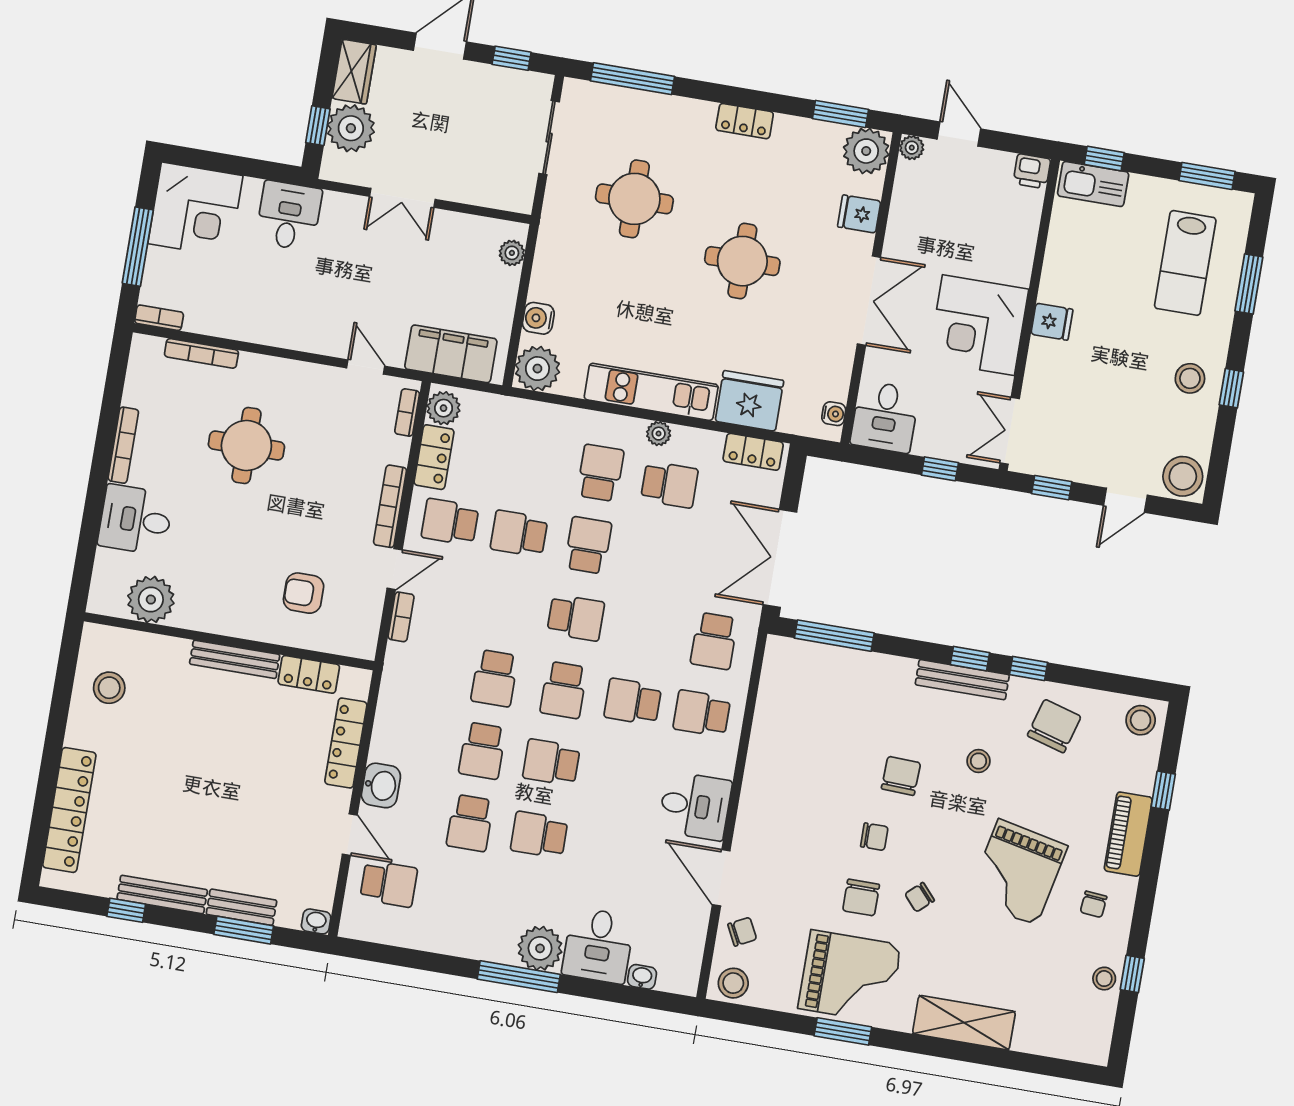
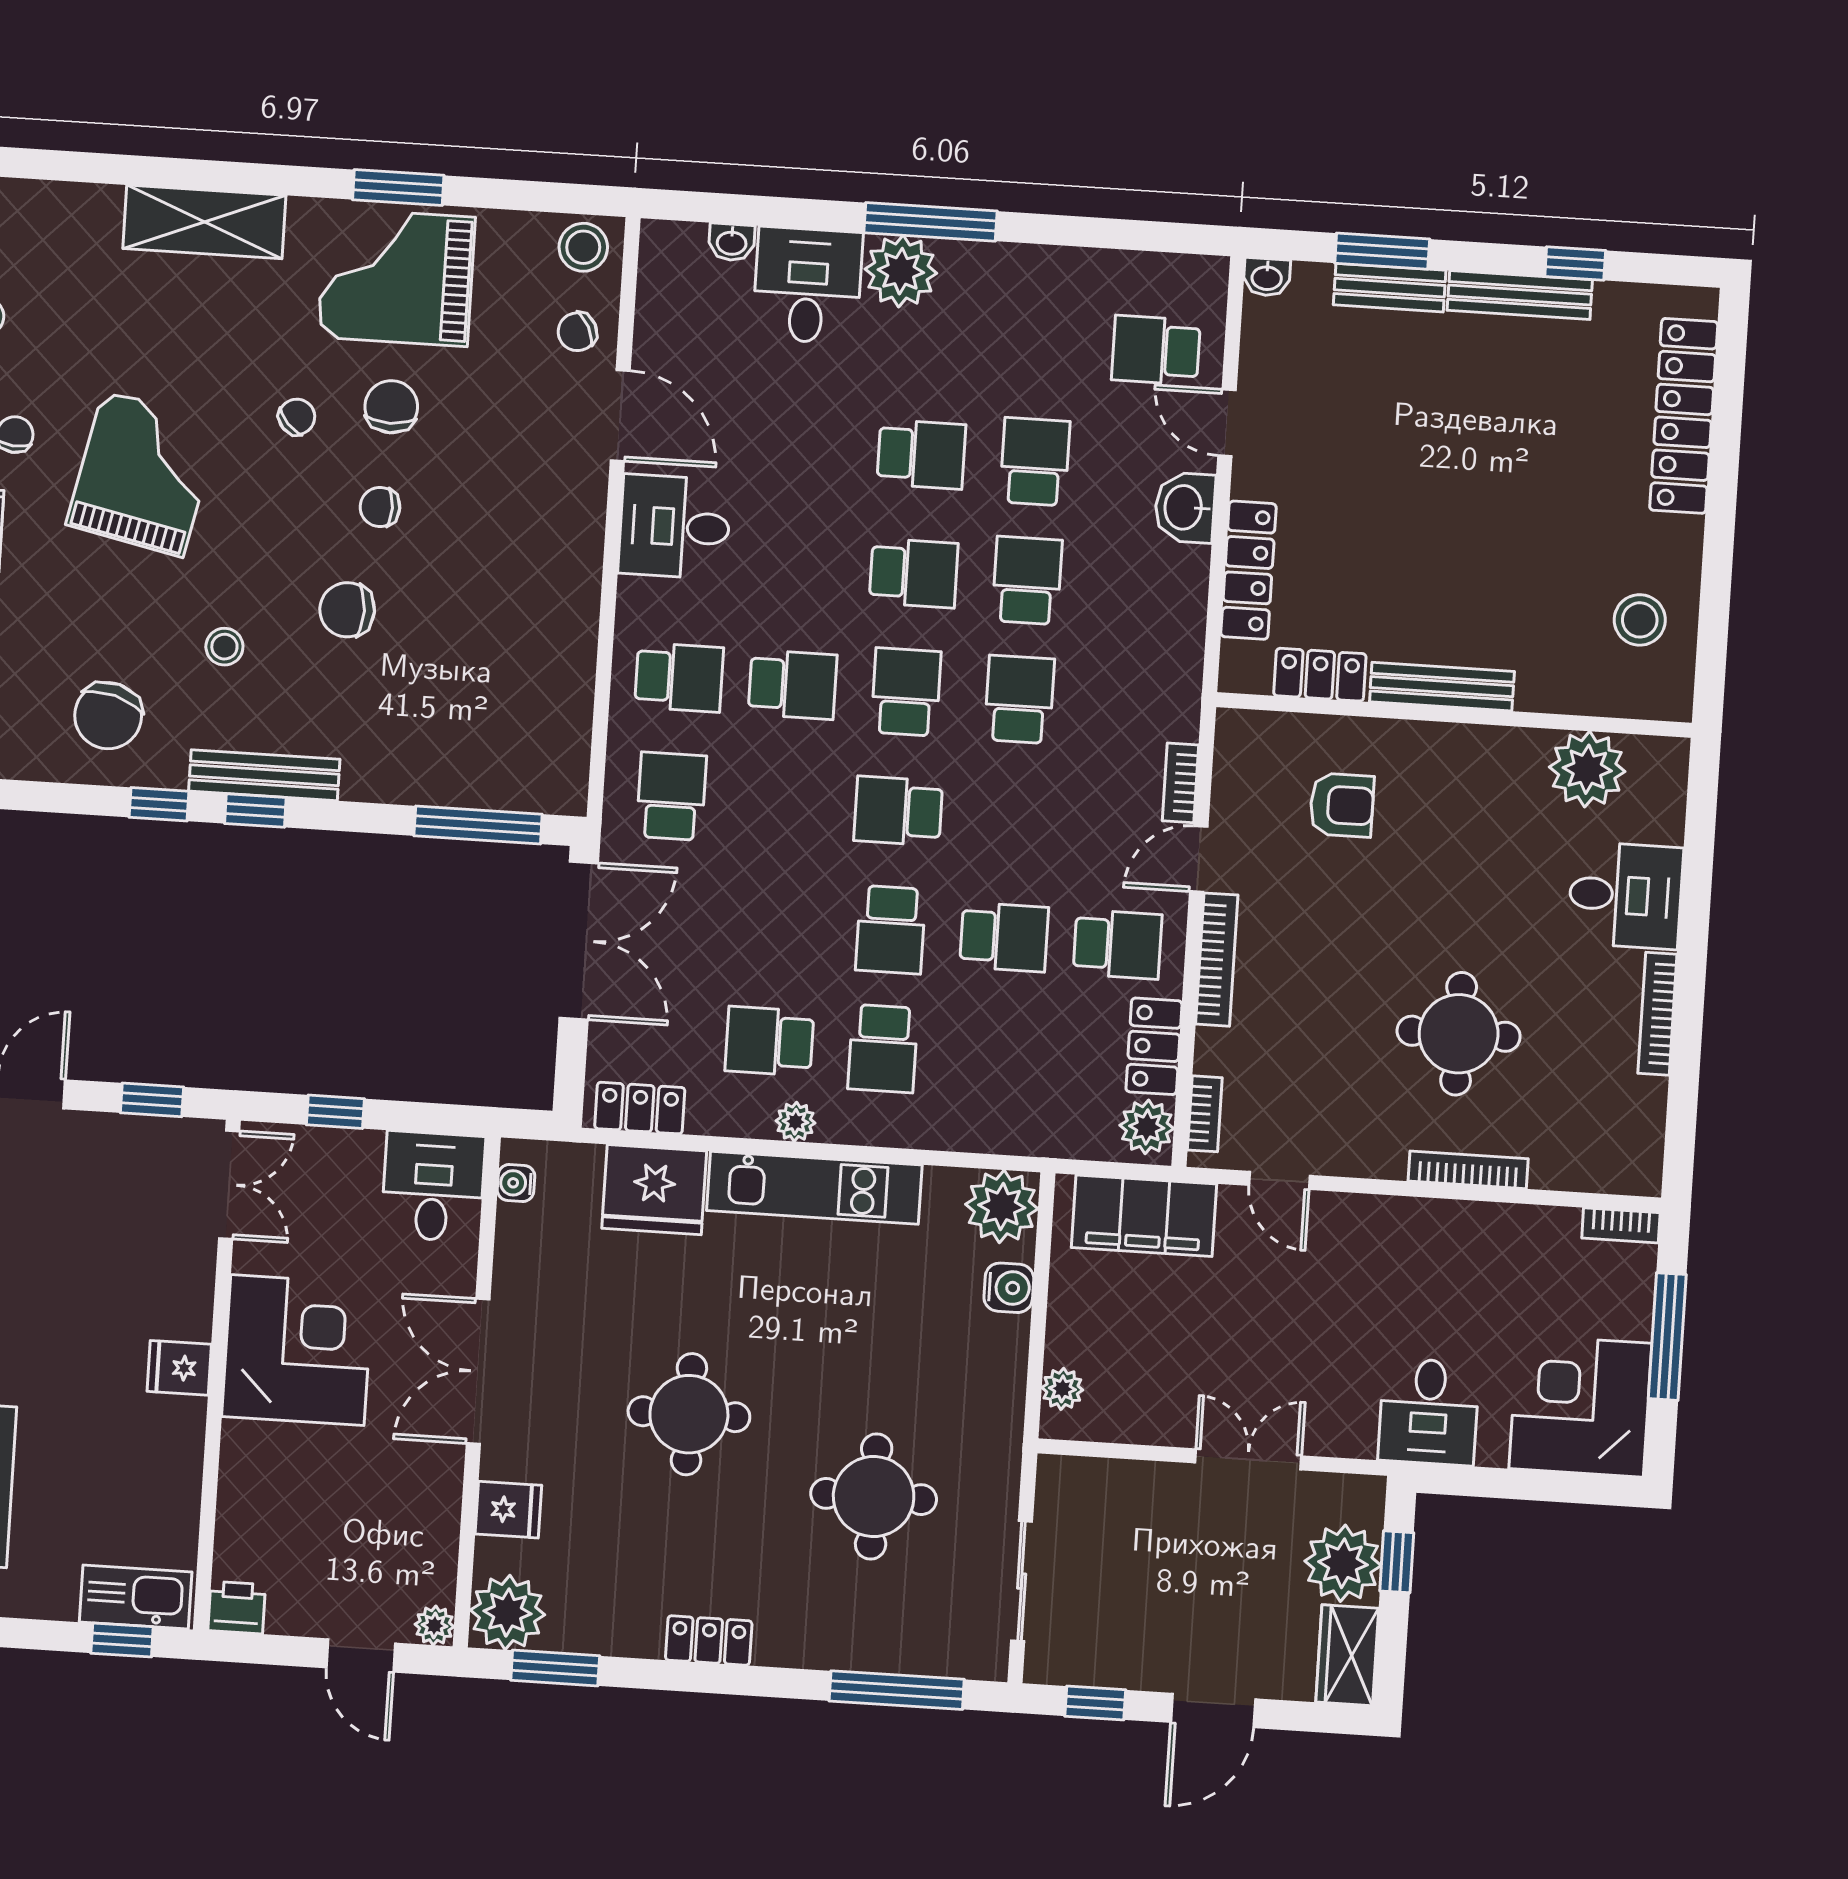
bookcase: (201, 353) -> (1468, 1170), moved
chair: (901, 776) -> (347, 610), turned 88

